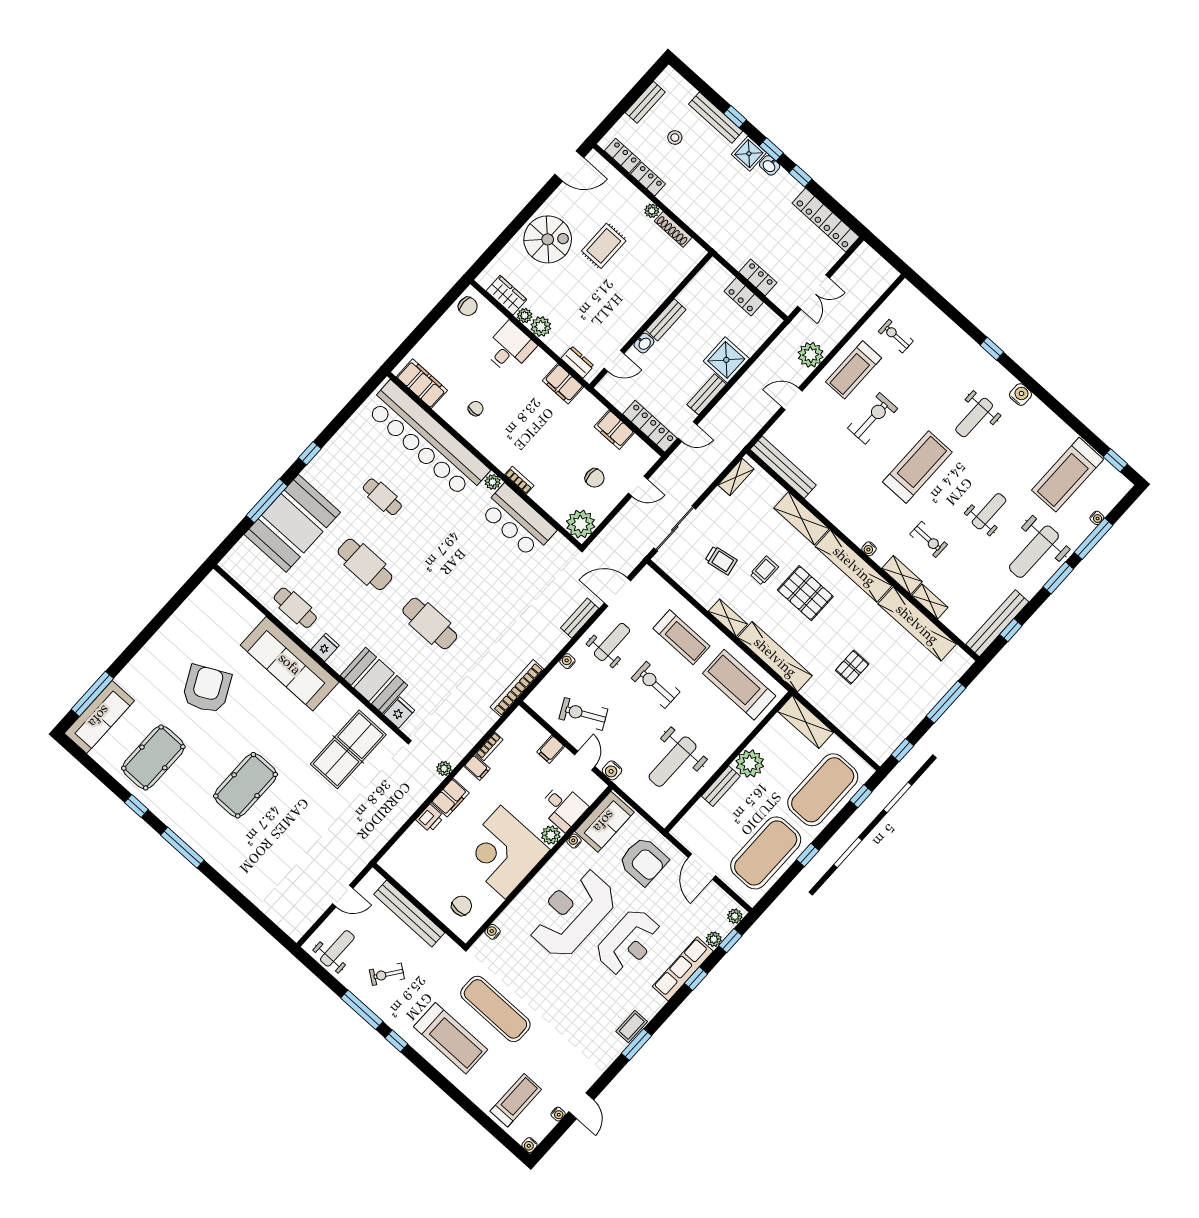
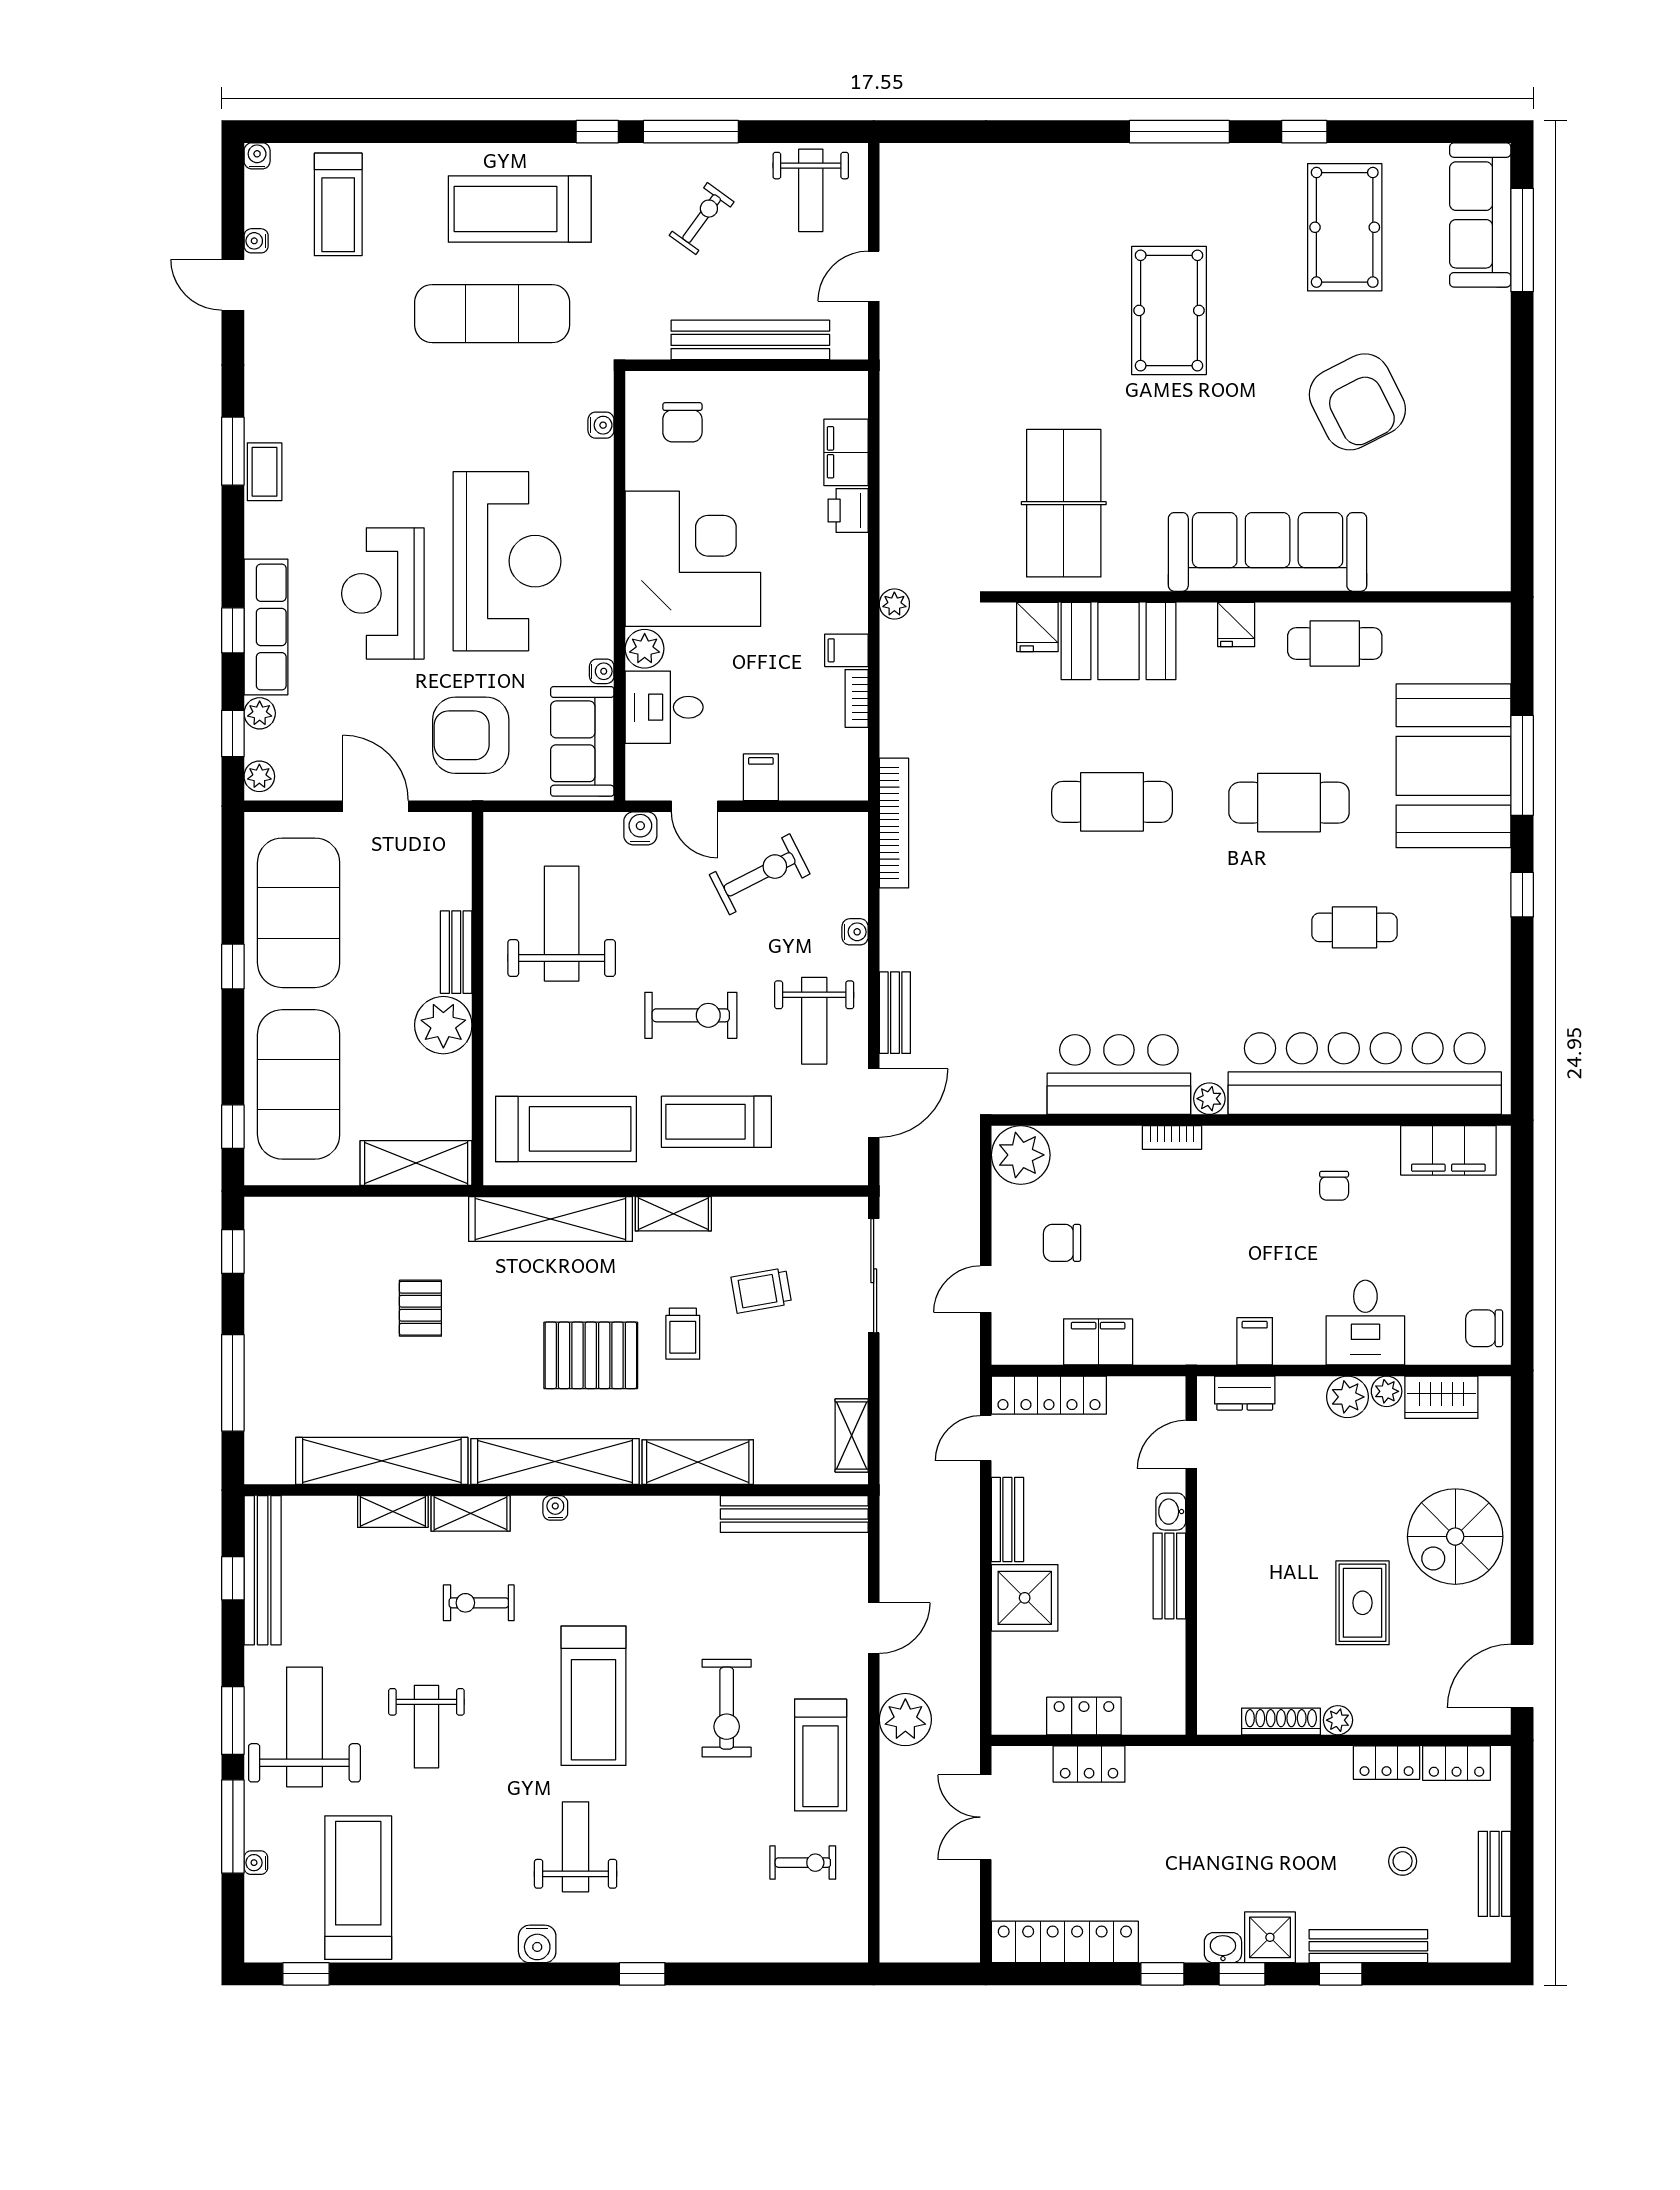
treadmill: (854, 370) -> (821, 1755), turned 180
filing cabinet: (563, 384) -> (1255, 1341), width x0.50
filing cabinet: (450, 798) -> (846, 452), moved

